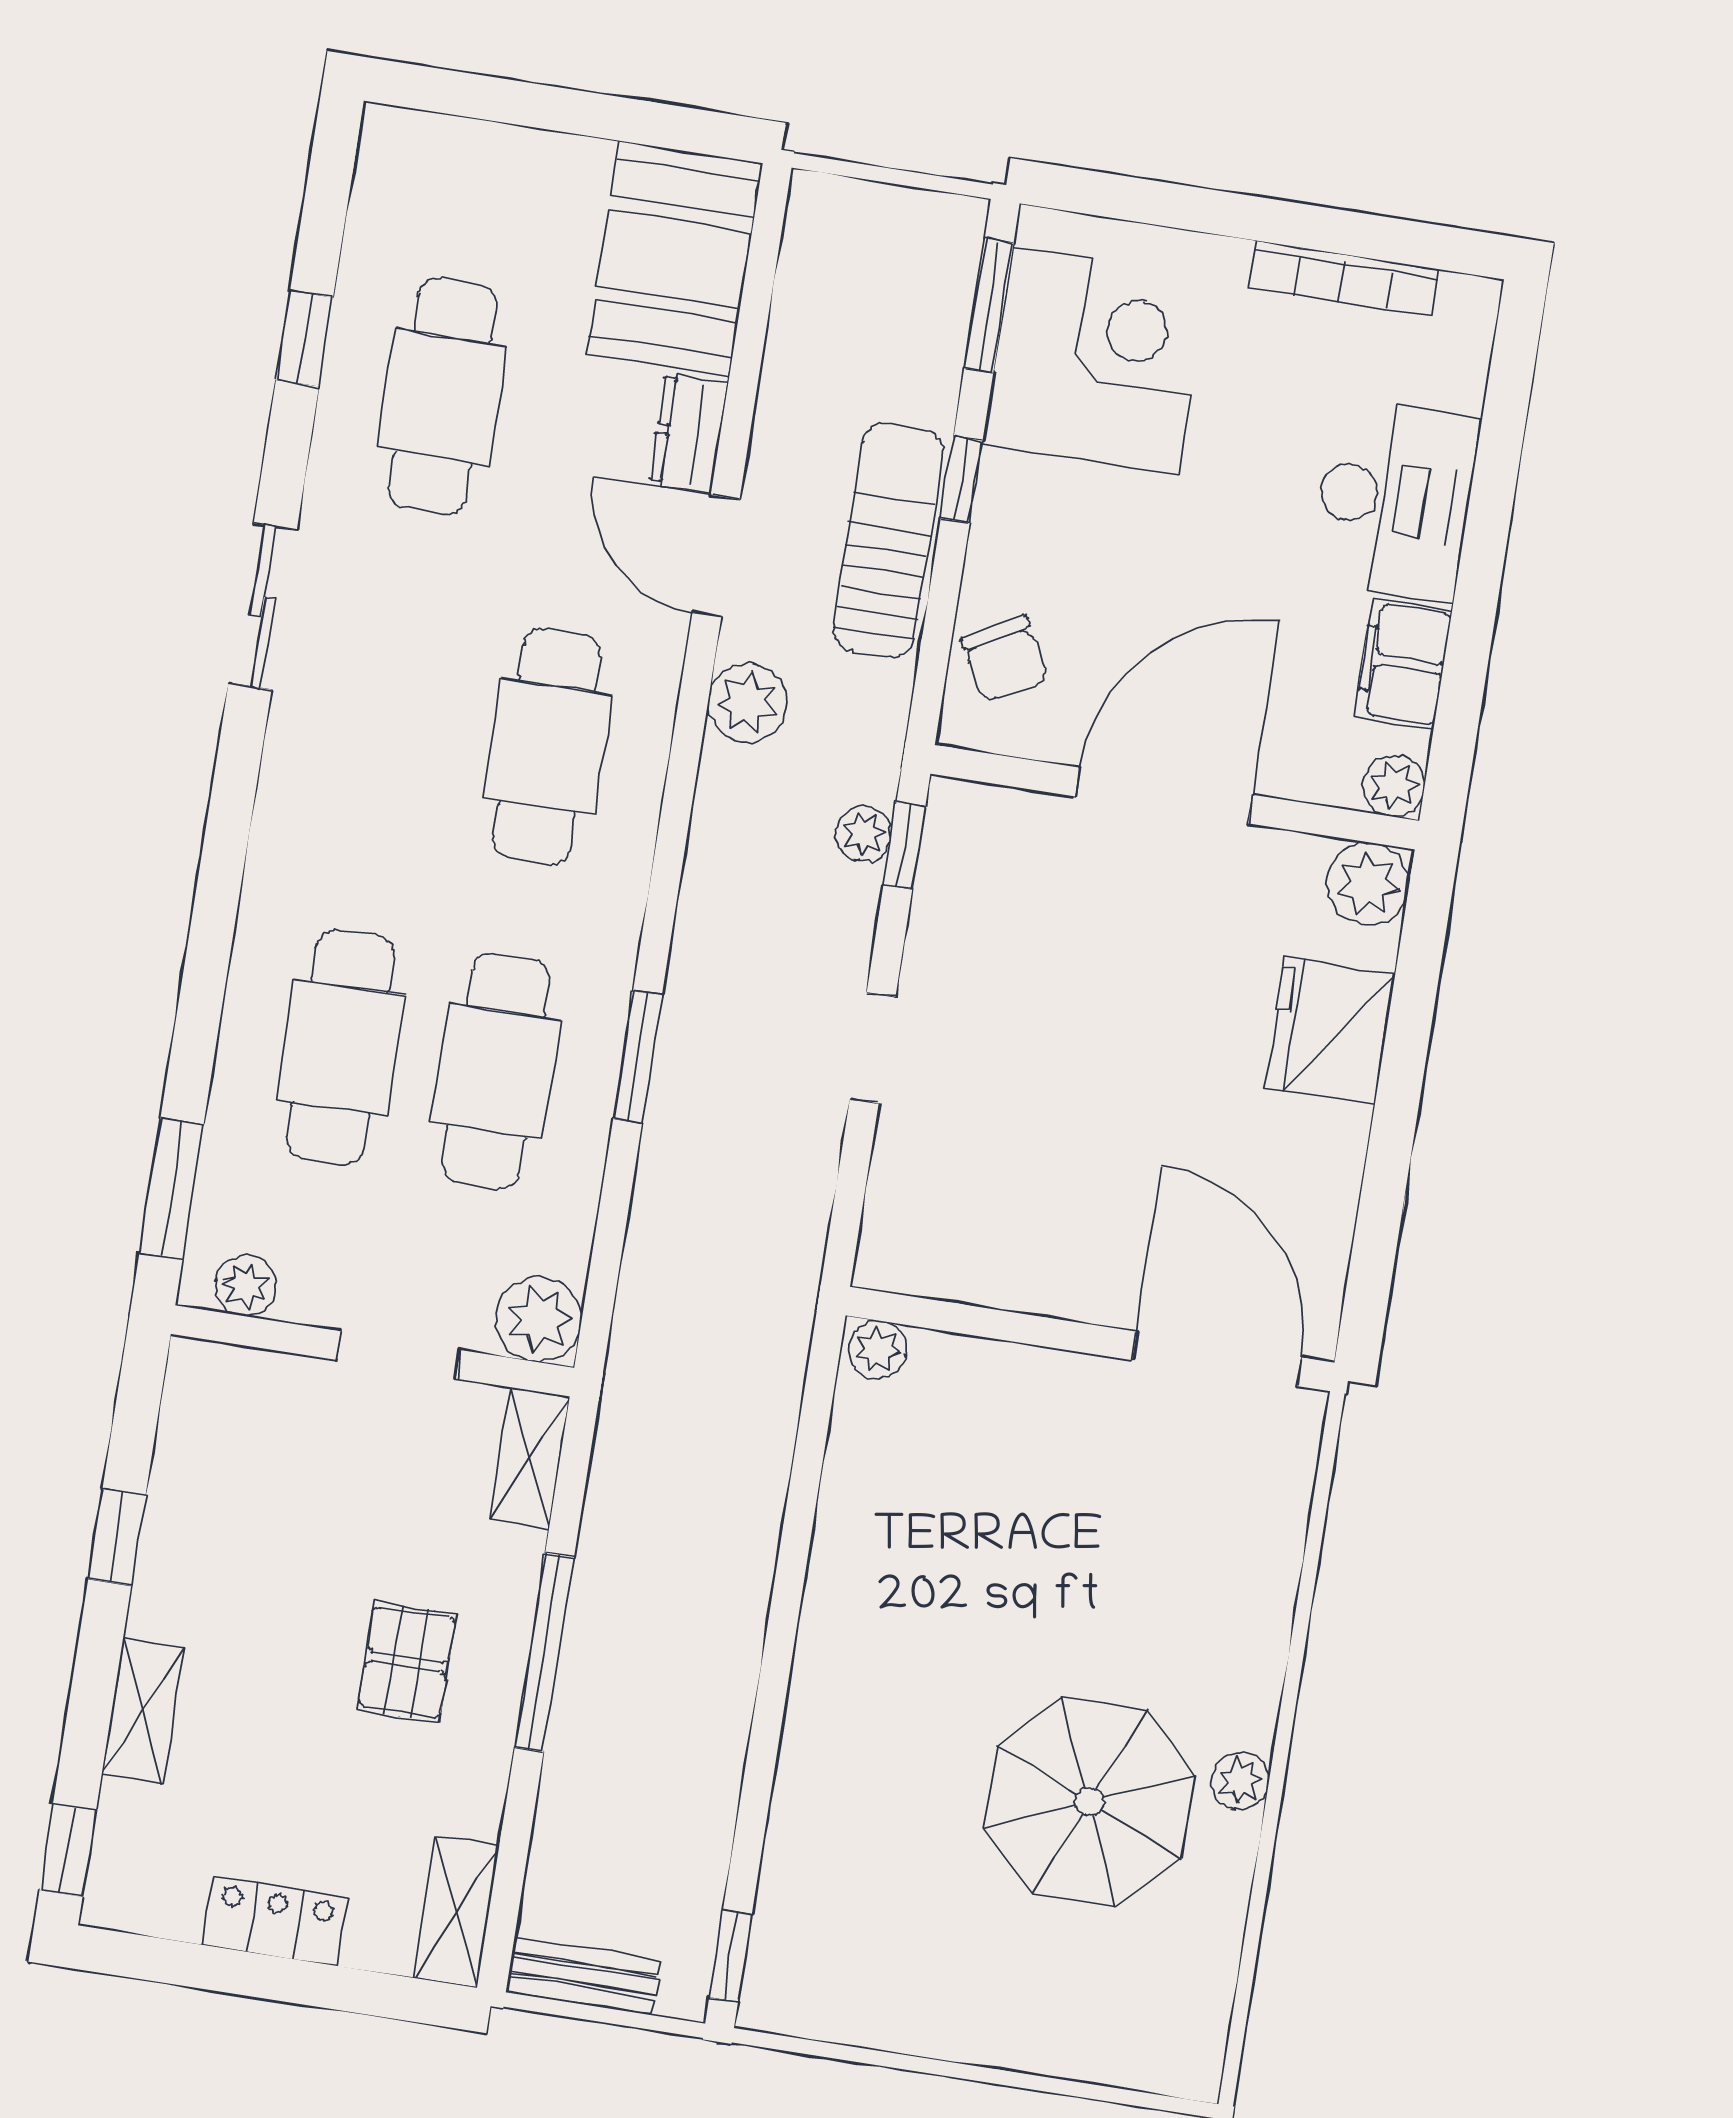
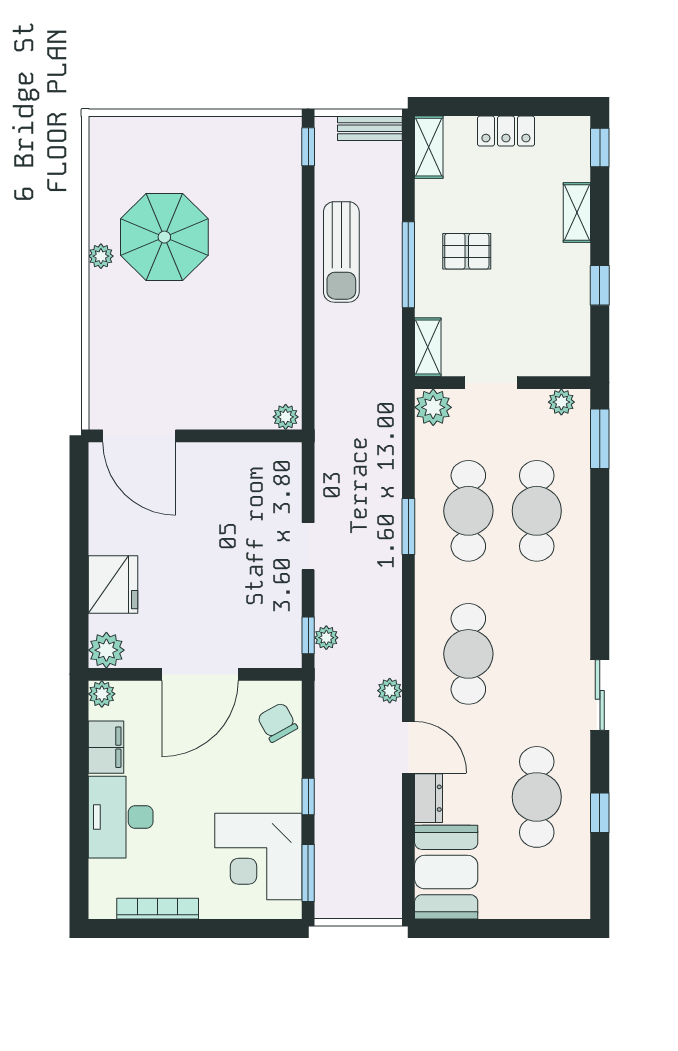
sun lounger: (888, 540) -> (341, 252), moved
plant: (747, 703) -> (390, 691), width x0.73, depth x0.73
pallet: (407, 1662) -> (467, 251), turned 90

